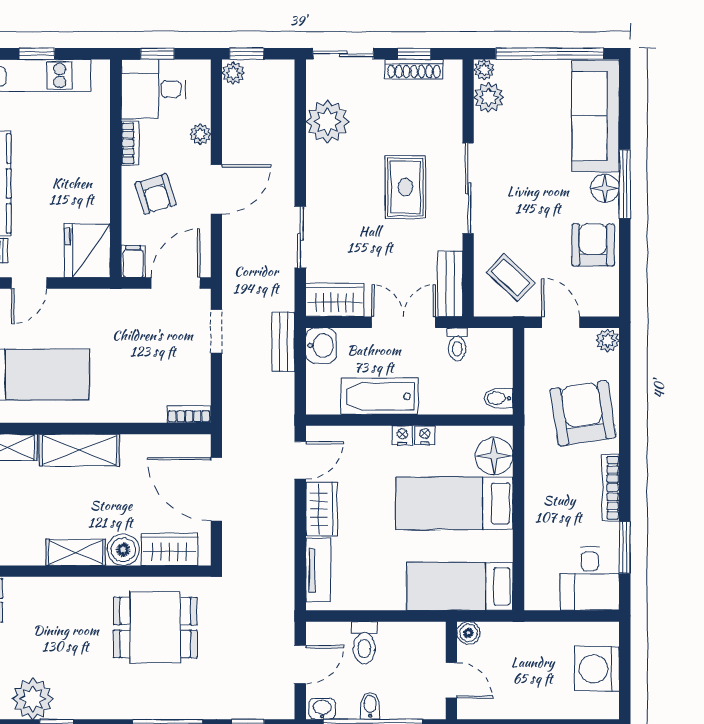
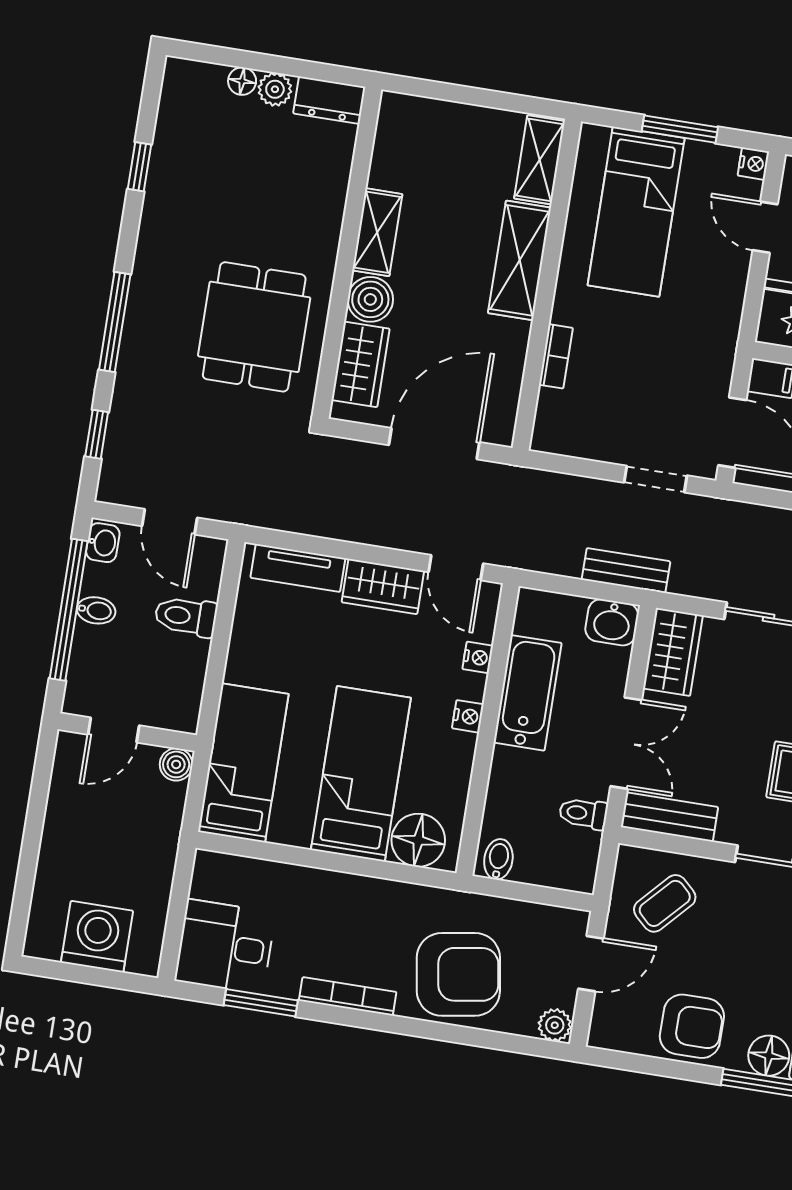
bookcase: (189, 414) -> (556, 356), moved
nightstand: (425, 435) -> (478, 657), moved
plant: (33, 699) -> (182, 139), removed

